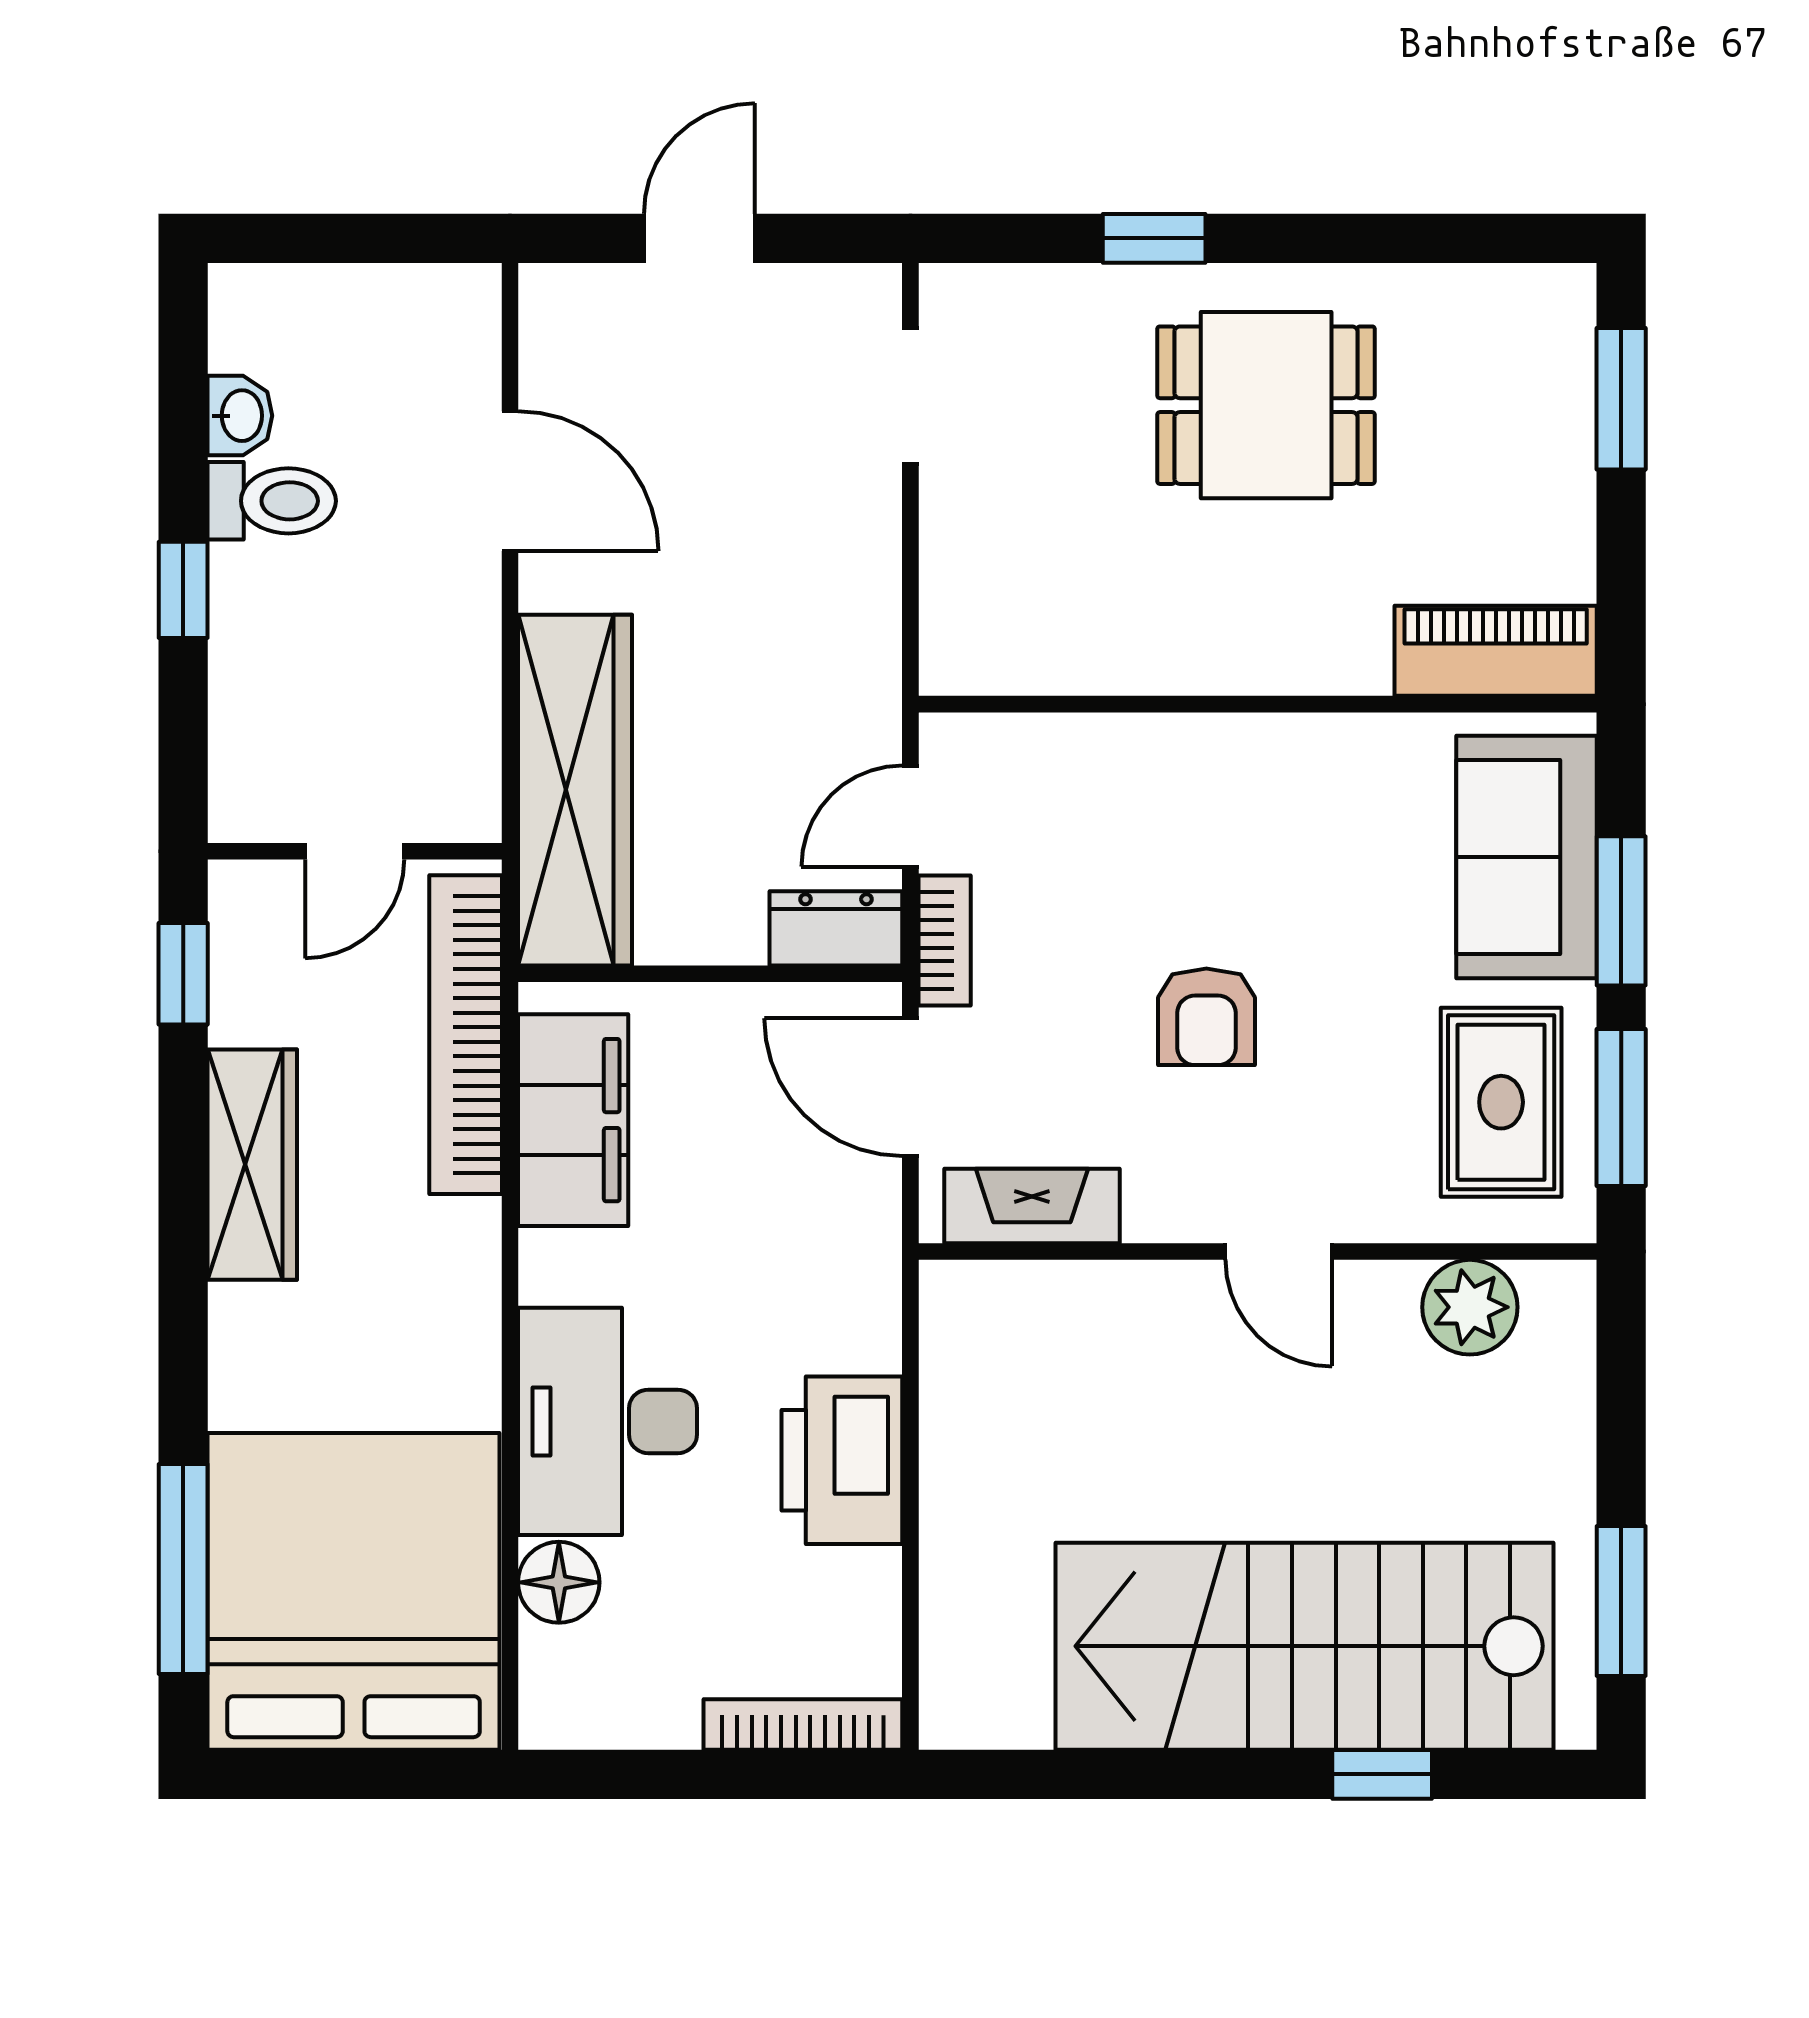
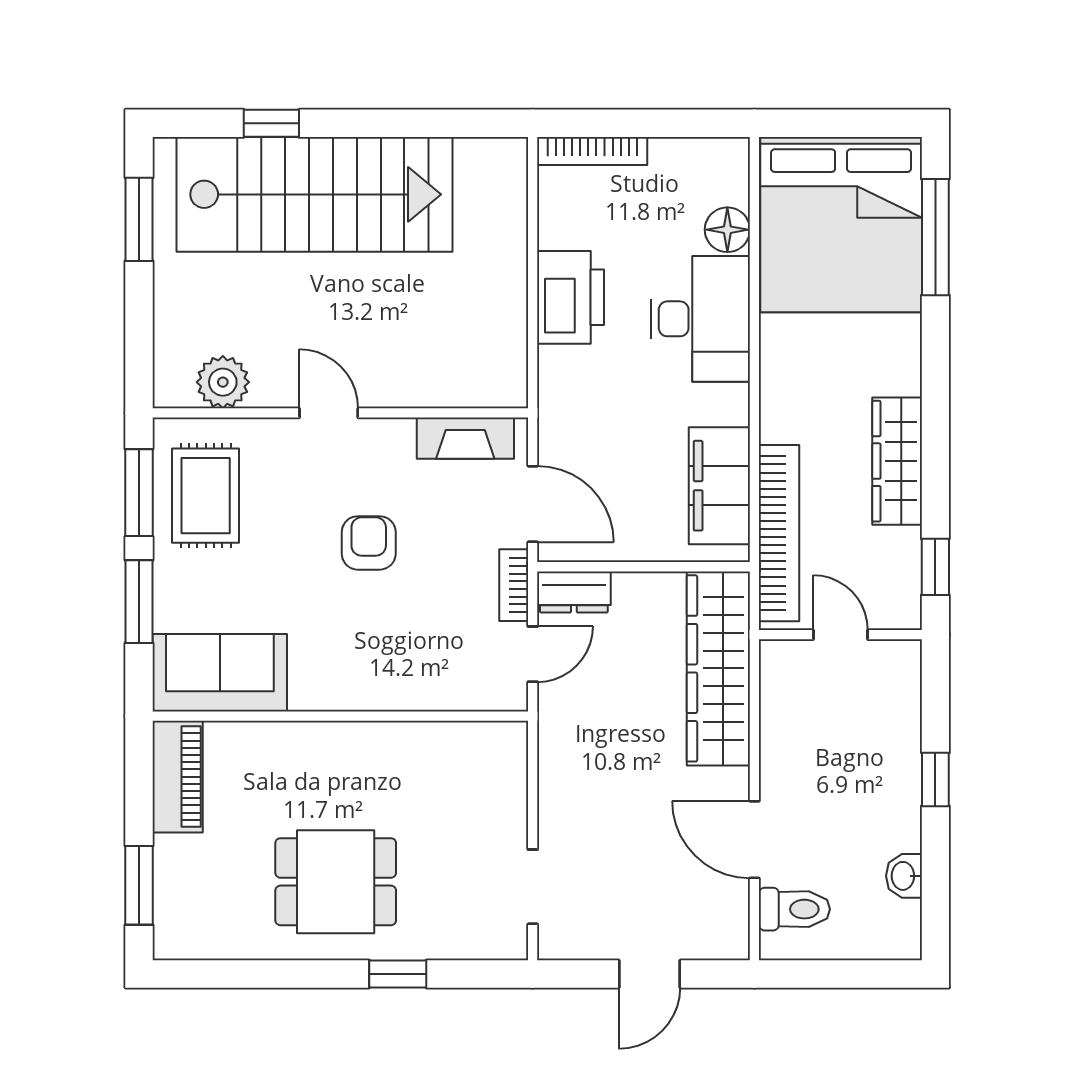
toilet: (272, 501) -> (794, 909), moved, turned 180
piano: (1496, 651) -> (178, 777), moved, turned -90
door: (355, 851) -> (840, 635), hinge flipped
sofa: (1527, 857) -> (220, 673), moved, turned -90

